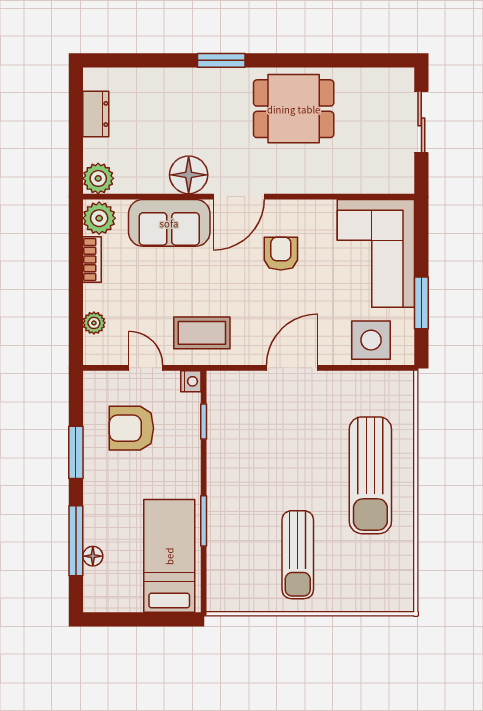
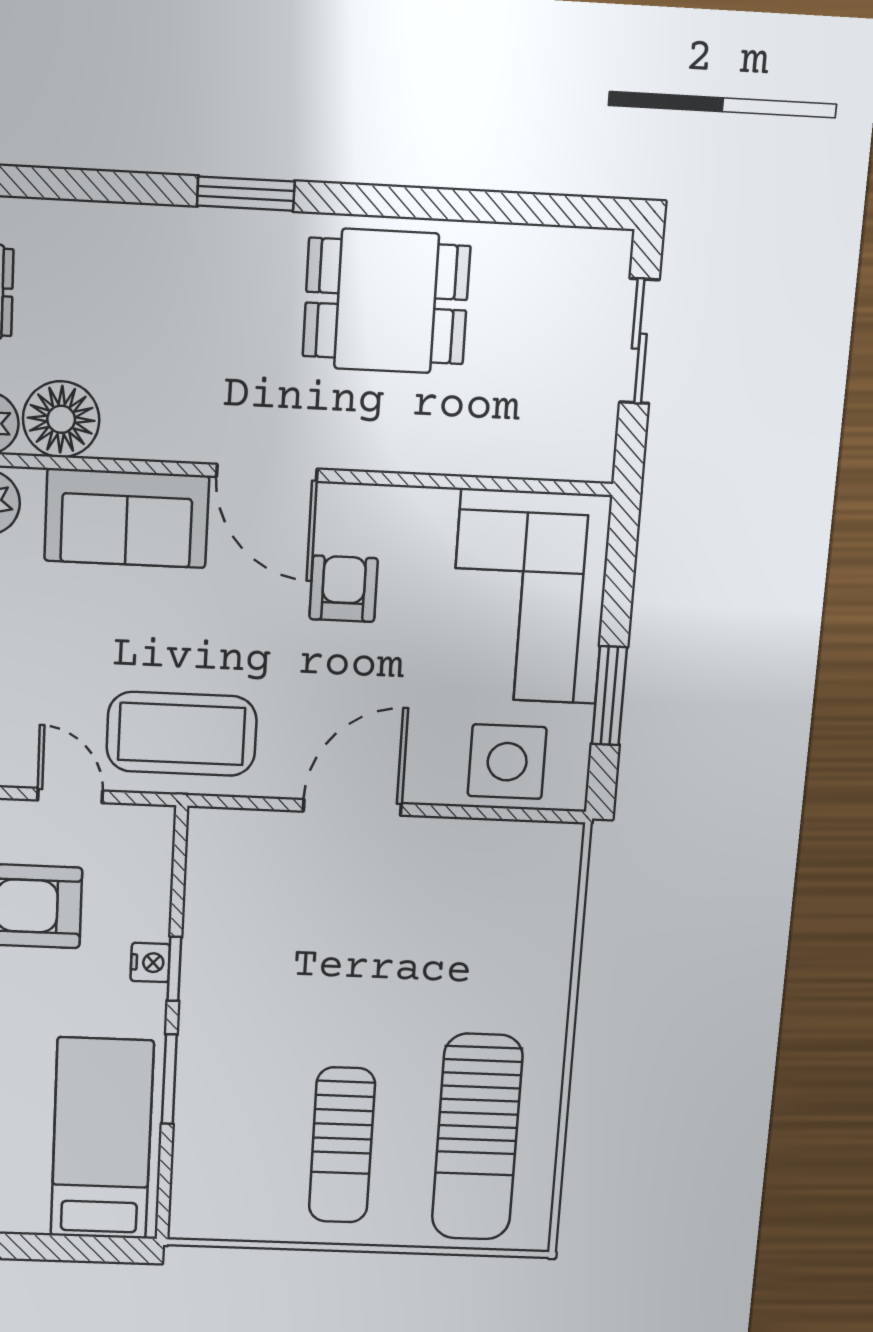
floor lamp: (189, 175) -> (61, 419), moved
door: (239, 197) -> (267, 473), hinge flipped
coffee table: (202, 333) -> (182, 734), width x1.36, depth x1.32
nightstand: (191, 381) -> (150, 963), moved
window: (204, 421) -> (174, 969), moved
sun lounger: (370, 475) -> (477, 1137), moved

